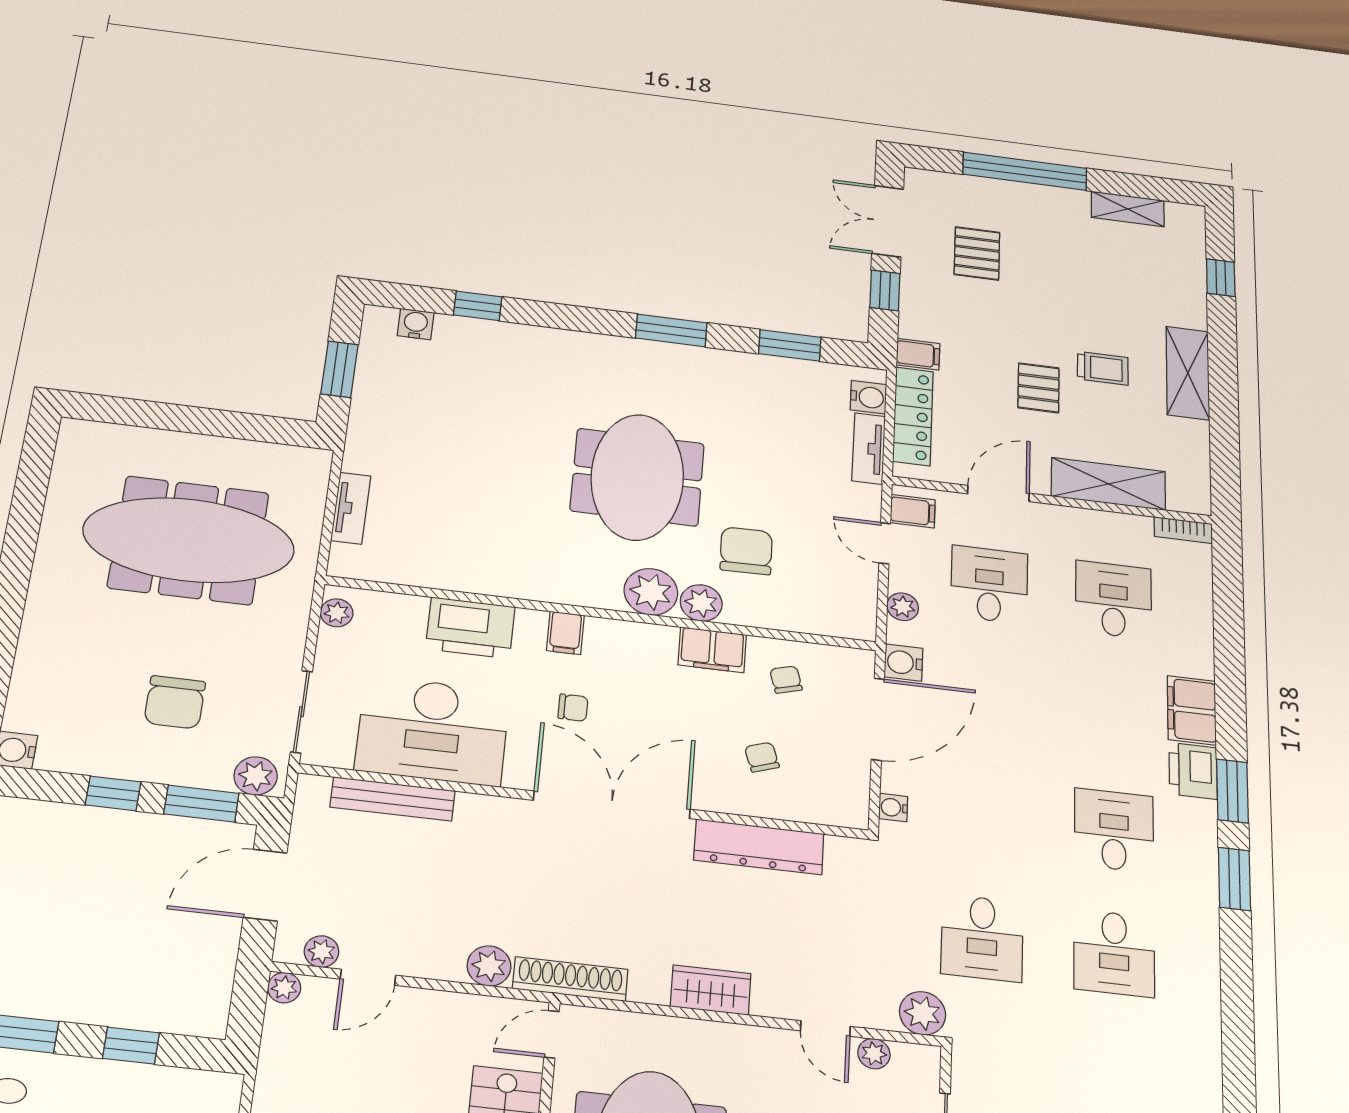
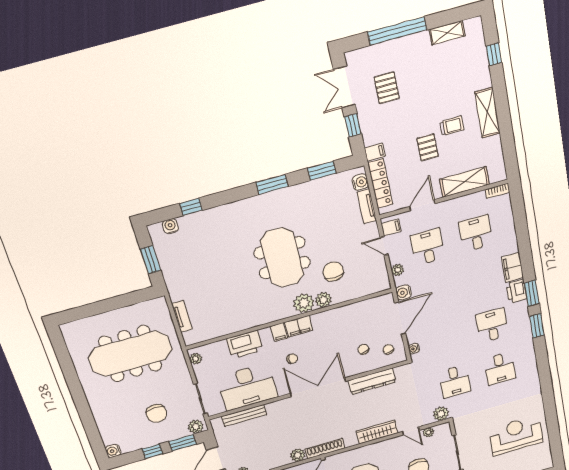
filing cabinet: (712, 650) -> (299, 326), moved
chair: (786, 680) -> (388, 349), moved
wardrobe: (711, 990) -> (377, 432), width x1.50

